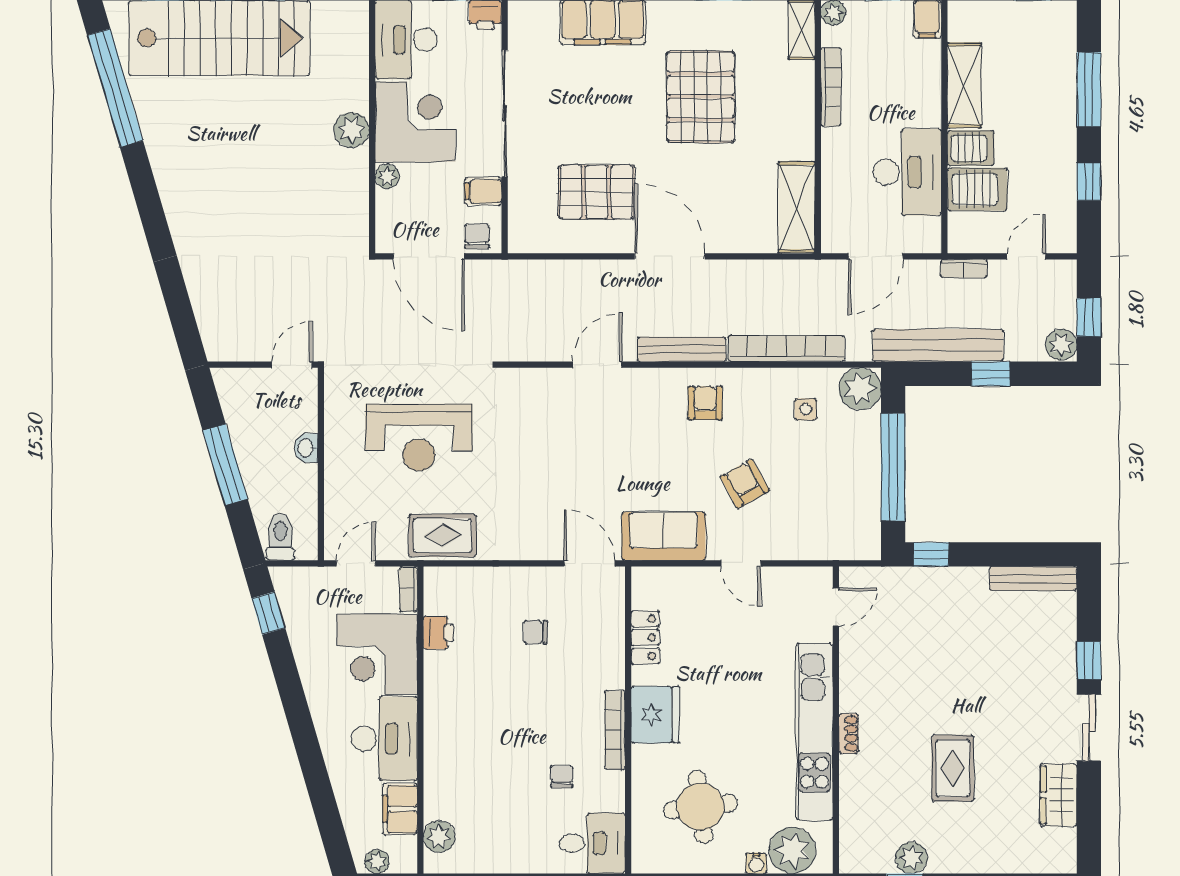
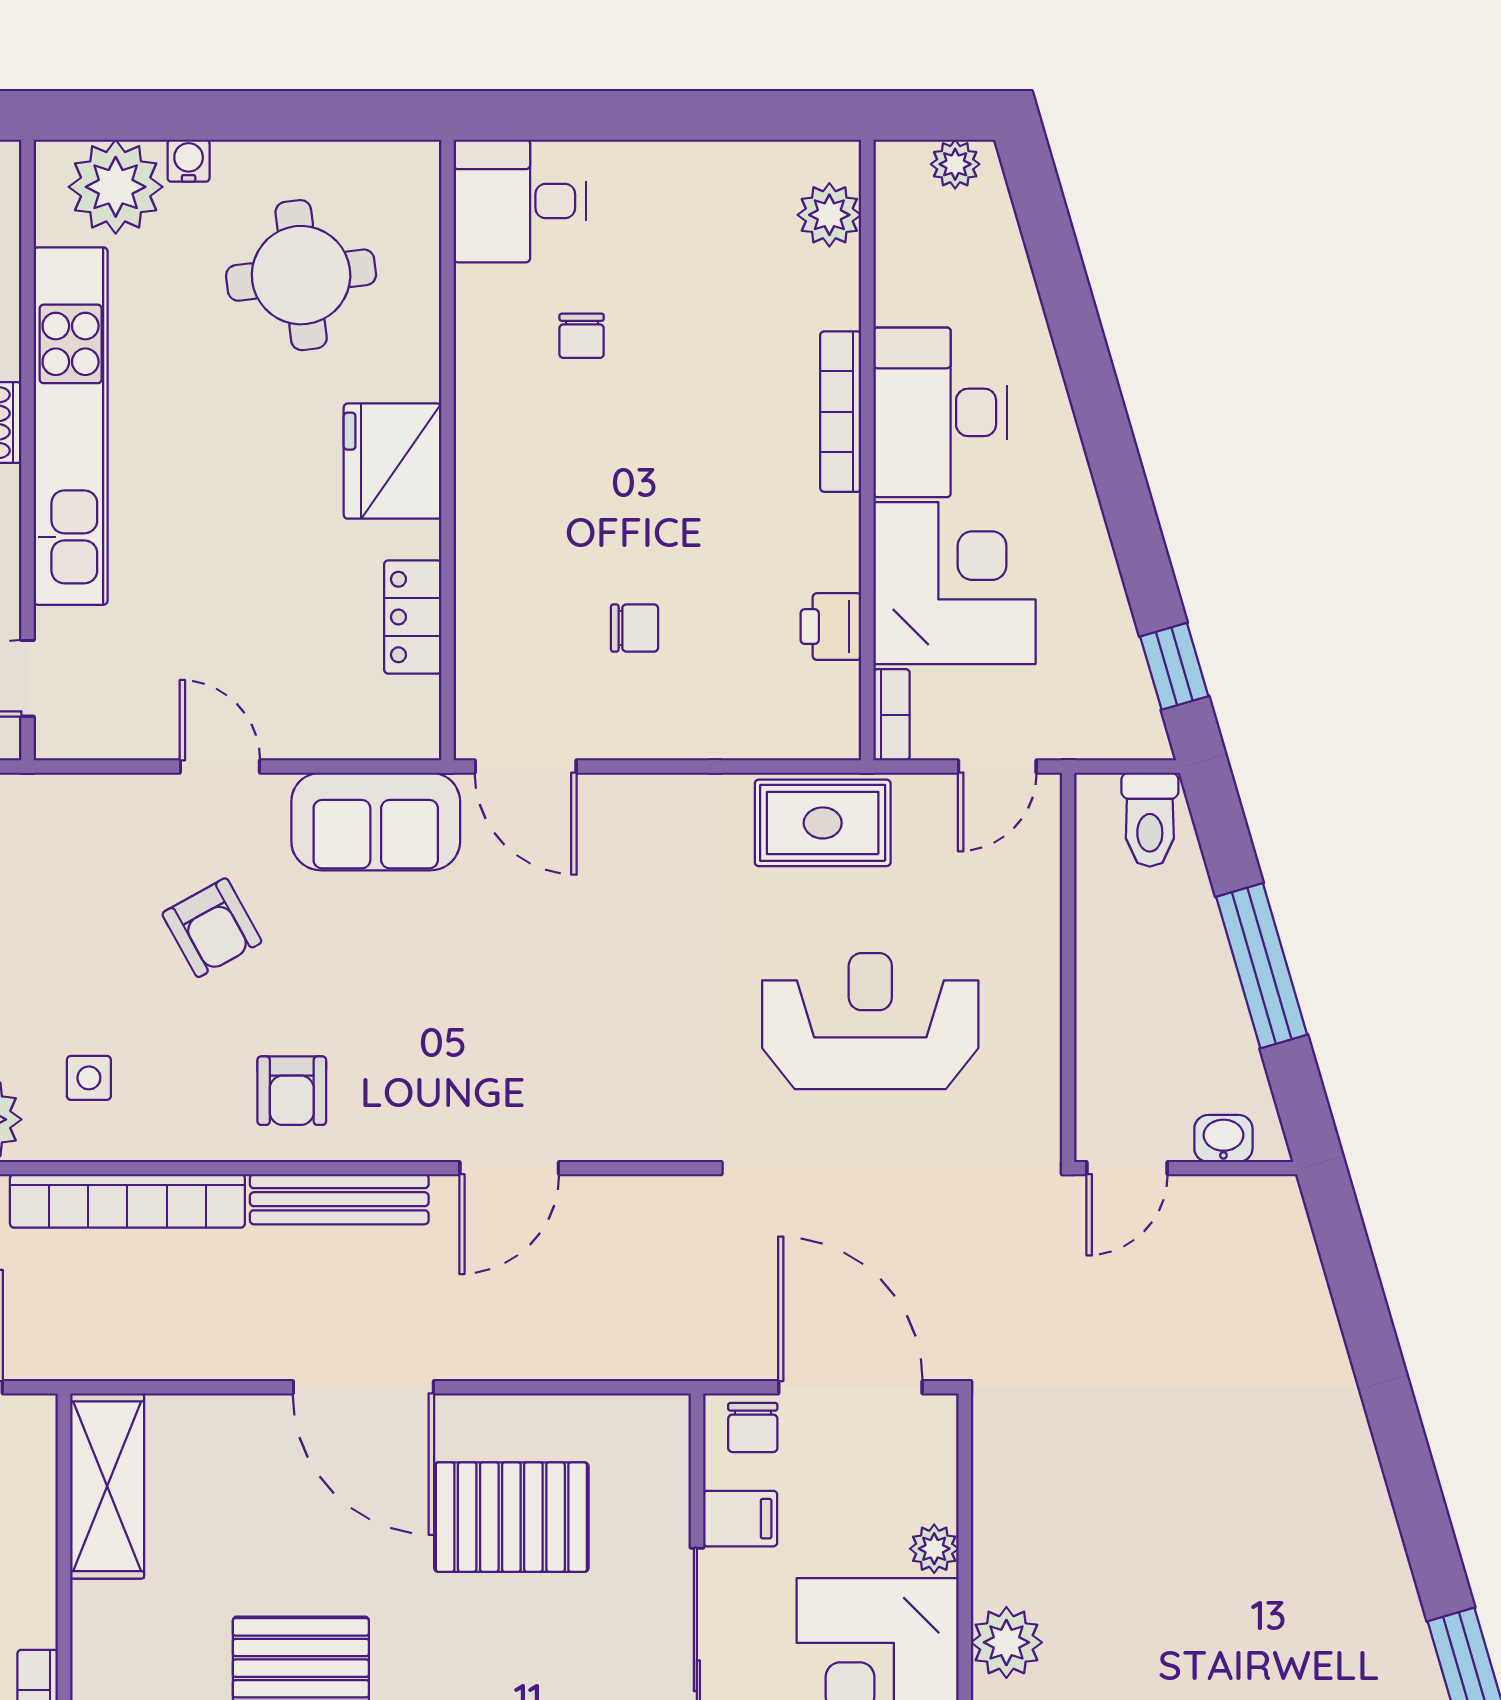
washbasin: (306, 448) -> (1223, 1138), moved, turned -90
bookcase: (615, 730) -> (841, 412), moved, turned 180
filing cabinet: (400, 809) -> (908, 270), removed

